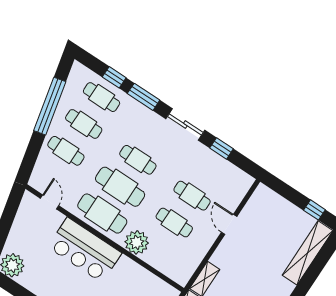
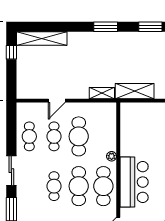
window: (221, 148) -> (11, 138), removed
cafe table: (210, 169) -> (29, 136), added
cafe table: (174, 223) -> (79, 136), width x1.37, depth x1.35
plant: (137, 242) -> (112, 156), width x0.53, depth x0.53

